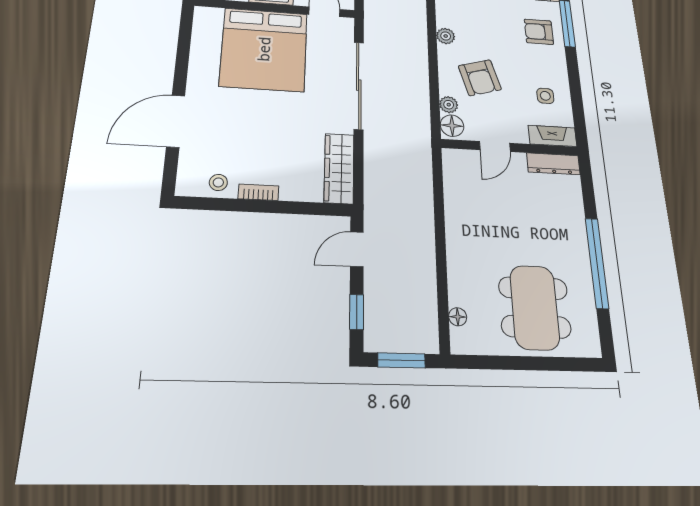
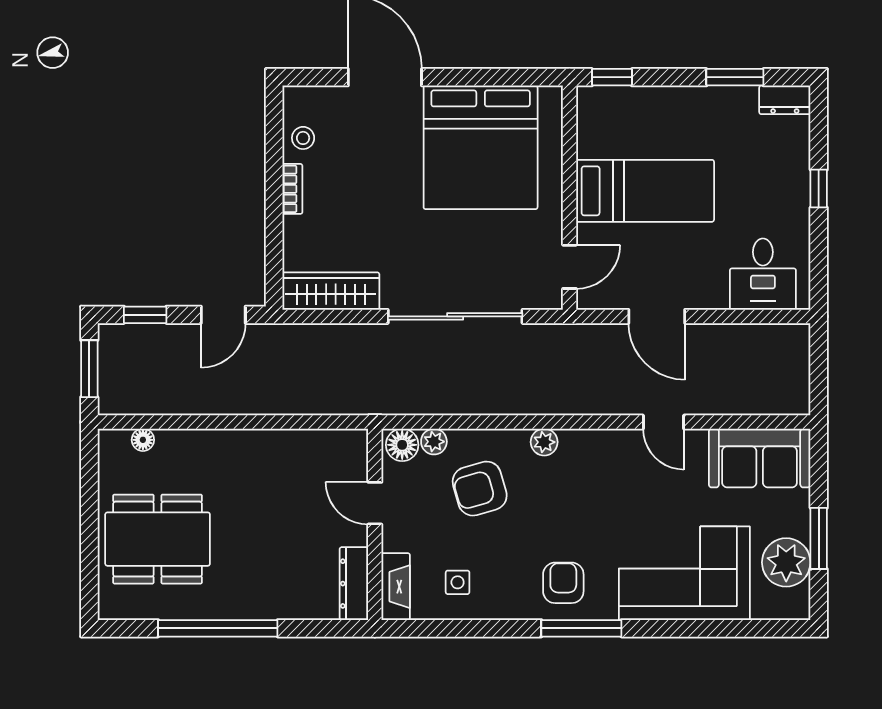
bed: (264, 49) -> (481, 147), moved, turned -90
door: (357, 249) -> (223, 315), swing flipped

